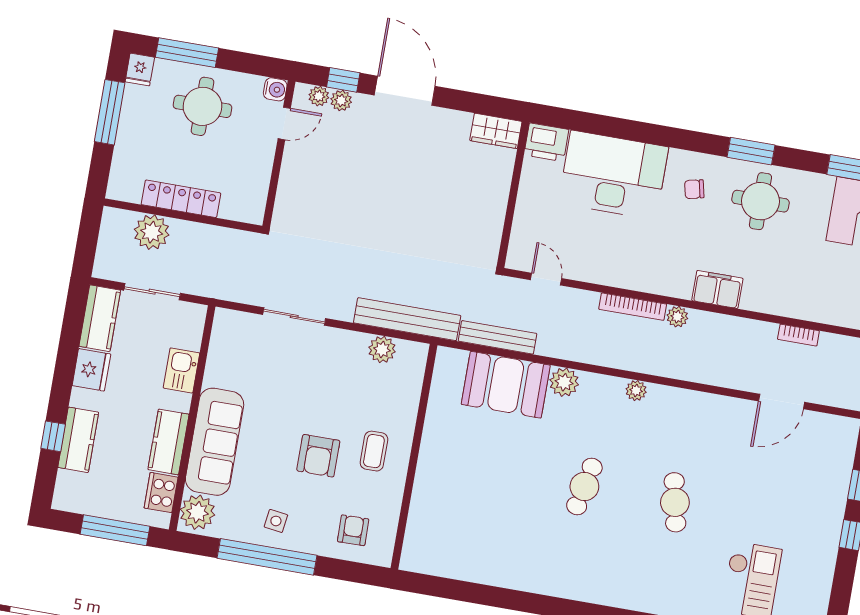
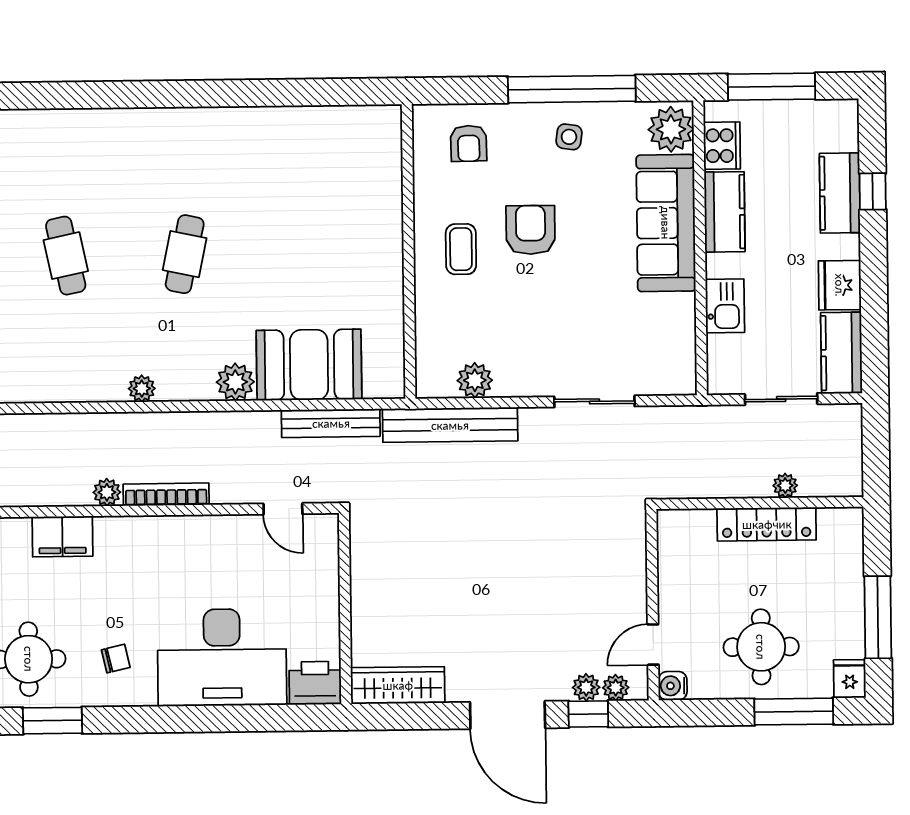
wardrobe: (496, 131) -> (398, 685), width x1.50
plant: (152, 232) -> (785, 486), width x0.53, depth x0.53

